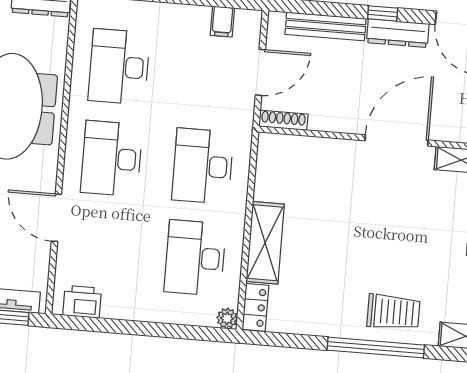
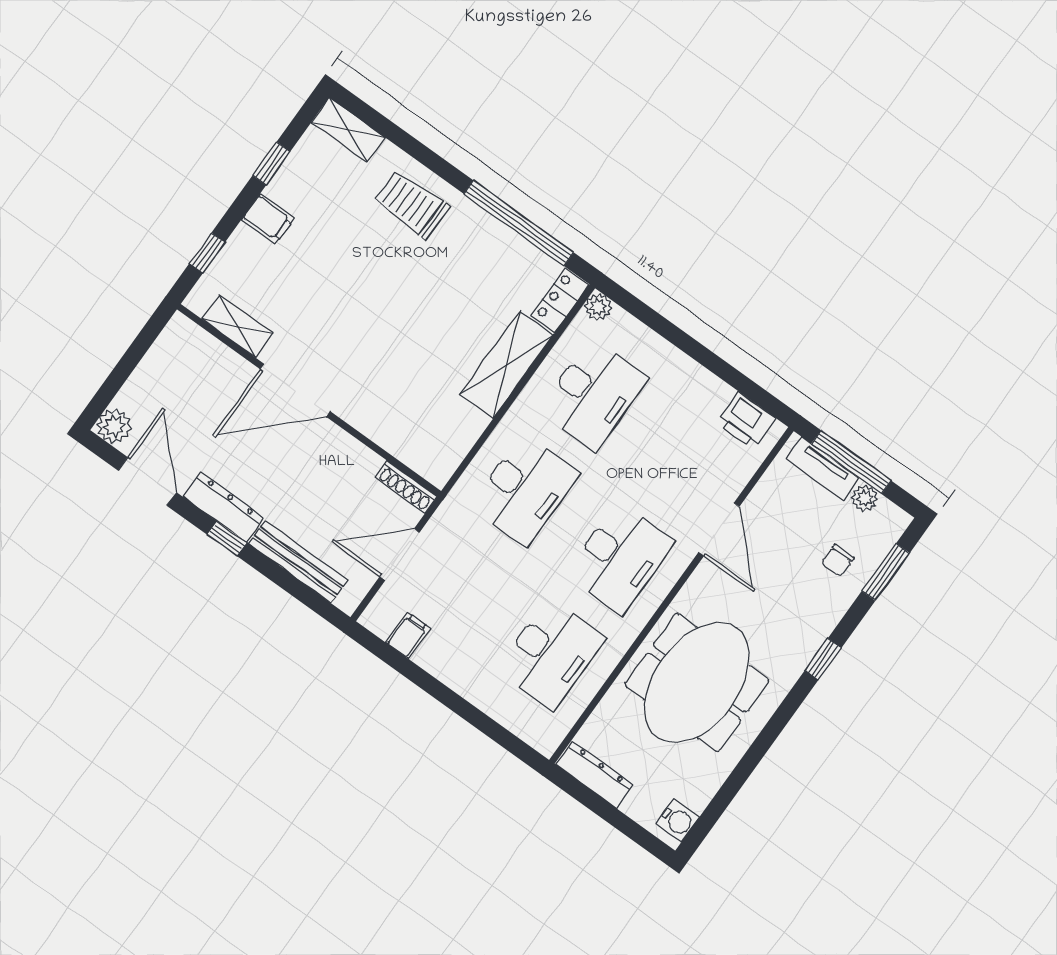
window: (376, 348) -> (519, 223), moved

